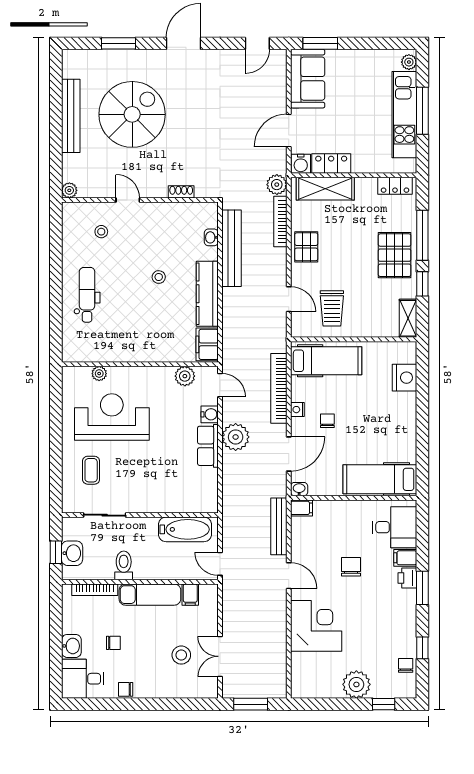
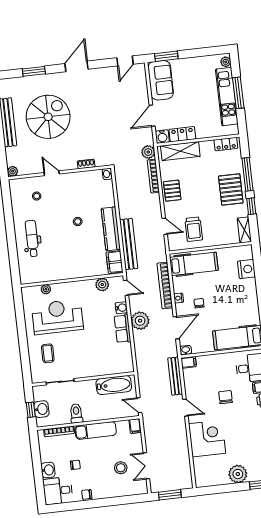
washbasin: (211, 237) -> (107, 174), moved
bench: (231, 248) -> (129, 244), moved
filing cabinet: (190, 595) -> (135, 426), moved

